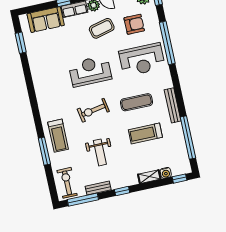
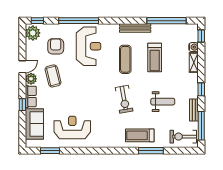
reception desk: (90, 71) -> (72, 127), moved, turned 90
treadmill: (58, 136) -> (140, 135), turned 180

